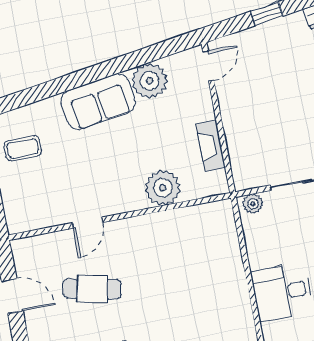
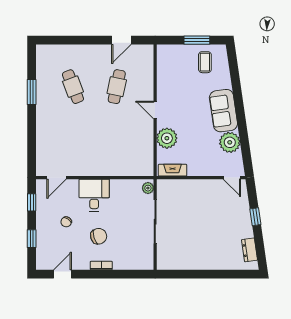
fireplace: (211, 146) -> (172, 170), moved
door: (88, 223) -> (155, 110), moved

